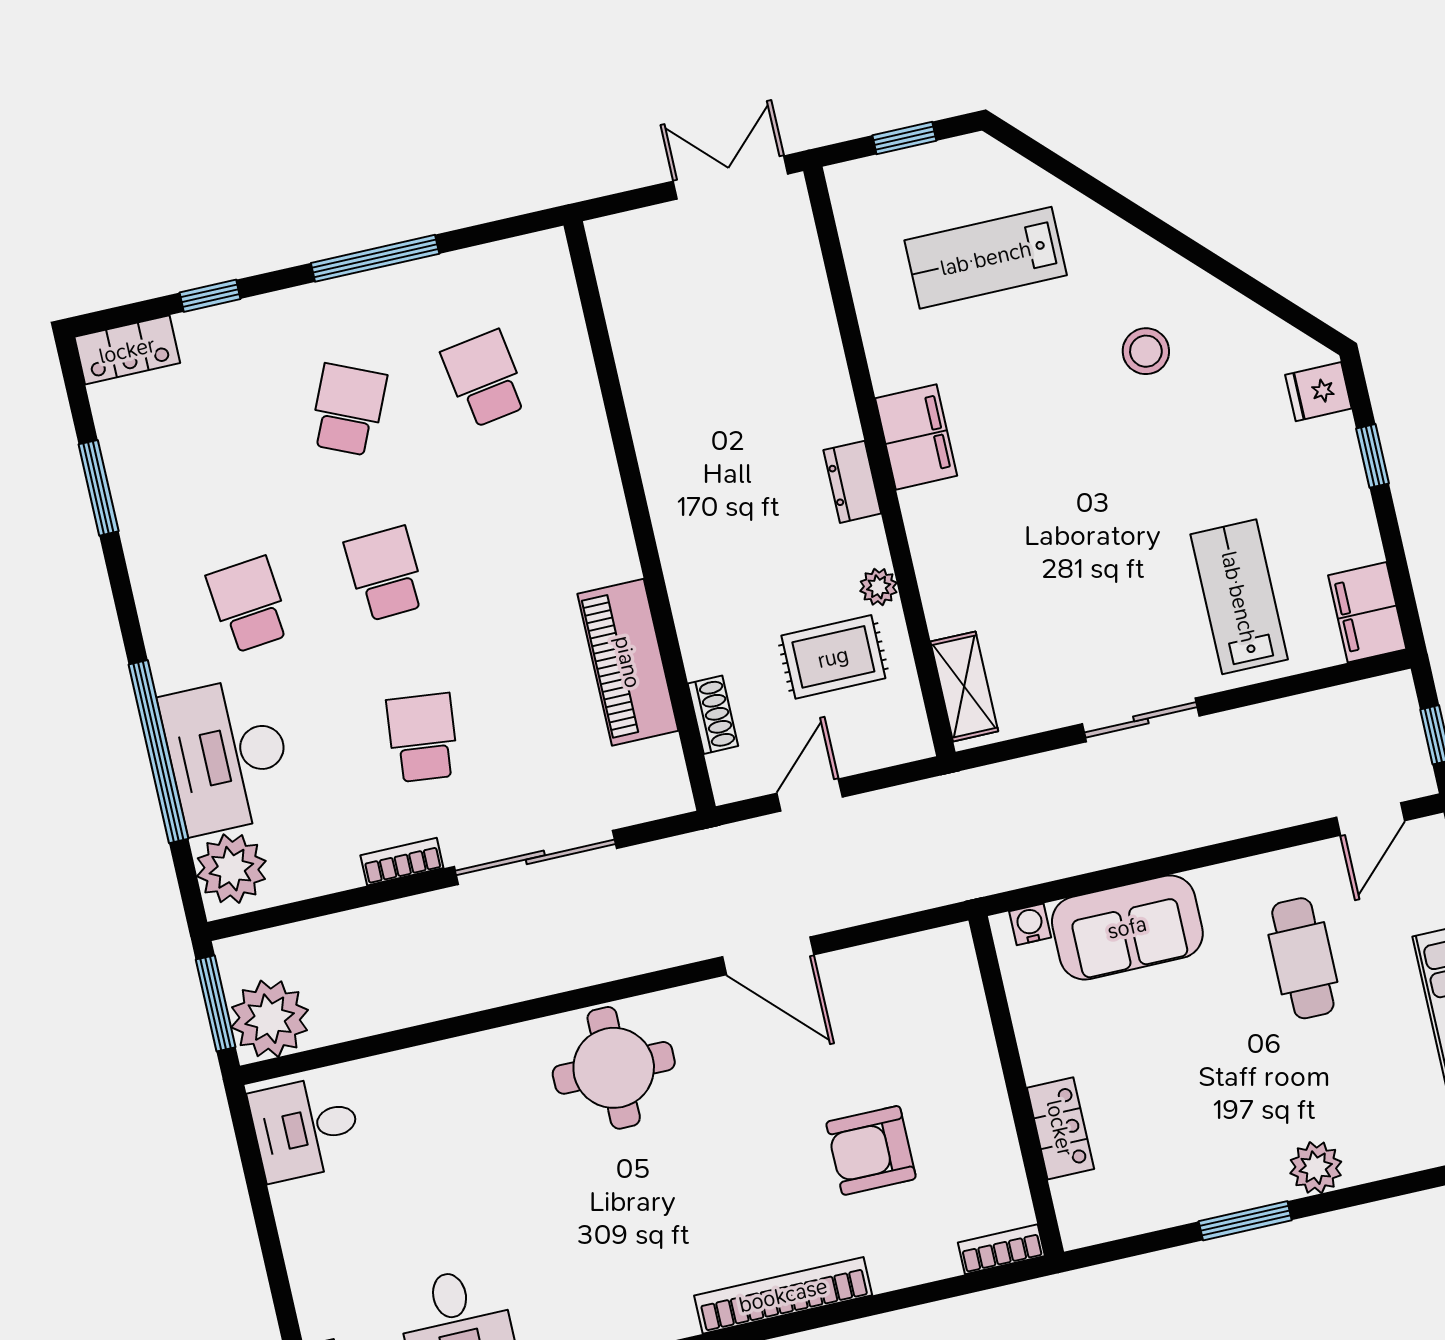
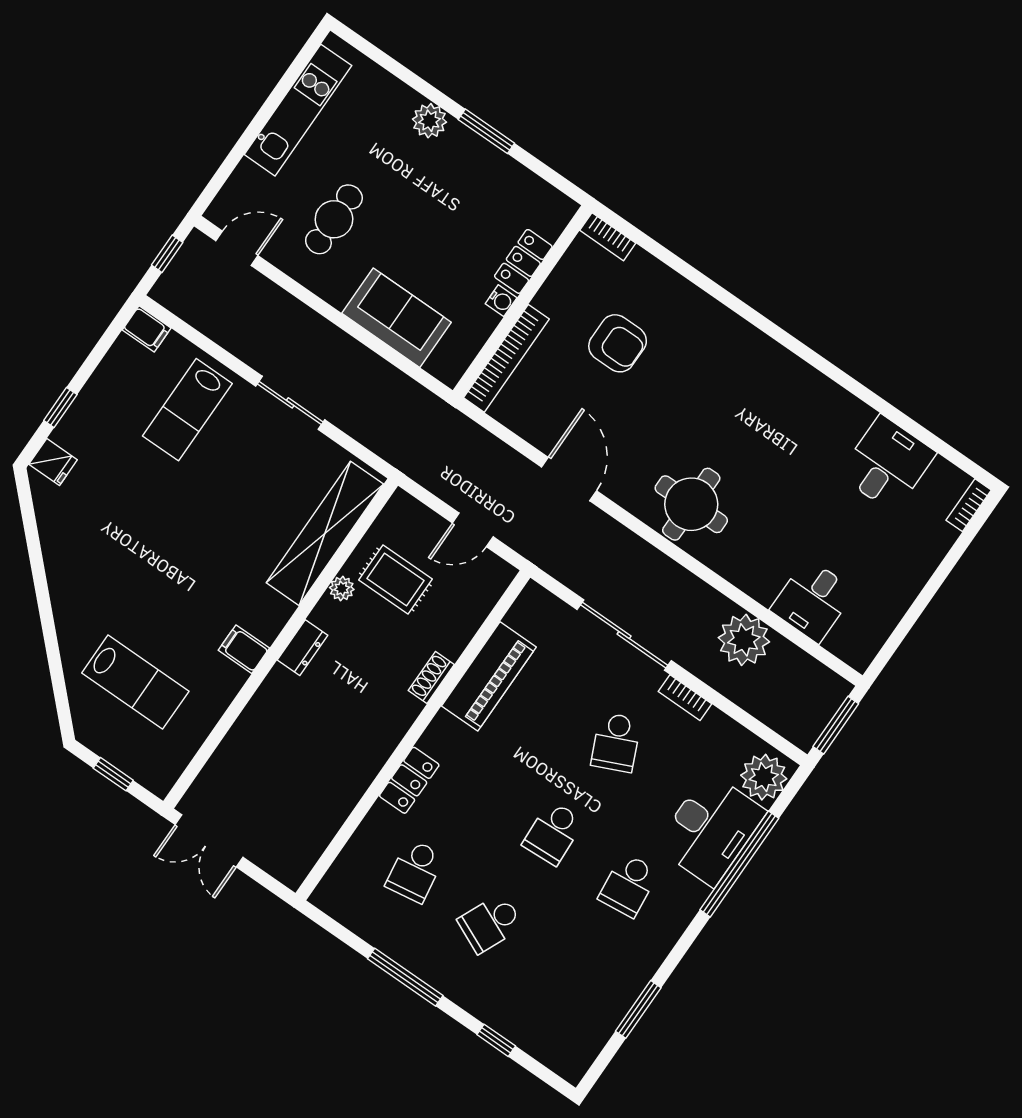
locker: (127, 350) -> (409, 780), moved, turned 90
stool: (1146, 351) -> (110, 563), removed
filing cabinet: (916, 437) -> (244, 649), width x0.50
filing cabinet: (1367, 612) -> (147, 329), width x0.50
shelving: (964, 686) -> (325, 533), width x2.20, depth x1.33
shoe rack: (713, 715) -> (431, 678), moved
school desk: (423, 738) -> (616, 742), turned -30
water cooler: (1030, 924) -> (501, 301), moved, turned -90
plant: (270, 1019) -> (744, 640), moved
desk: (306, 1128) -> (813, 600), moved, turned 90
bookcase: (783, 1295) -> (506, 358), moved, turned -90

